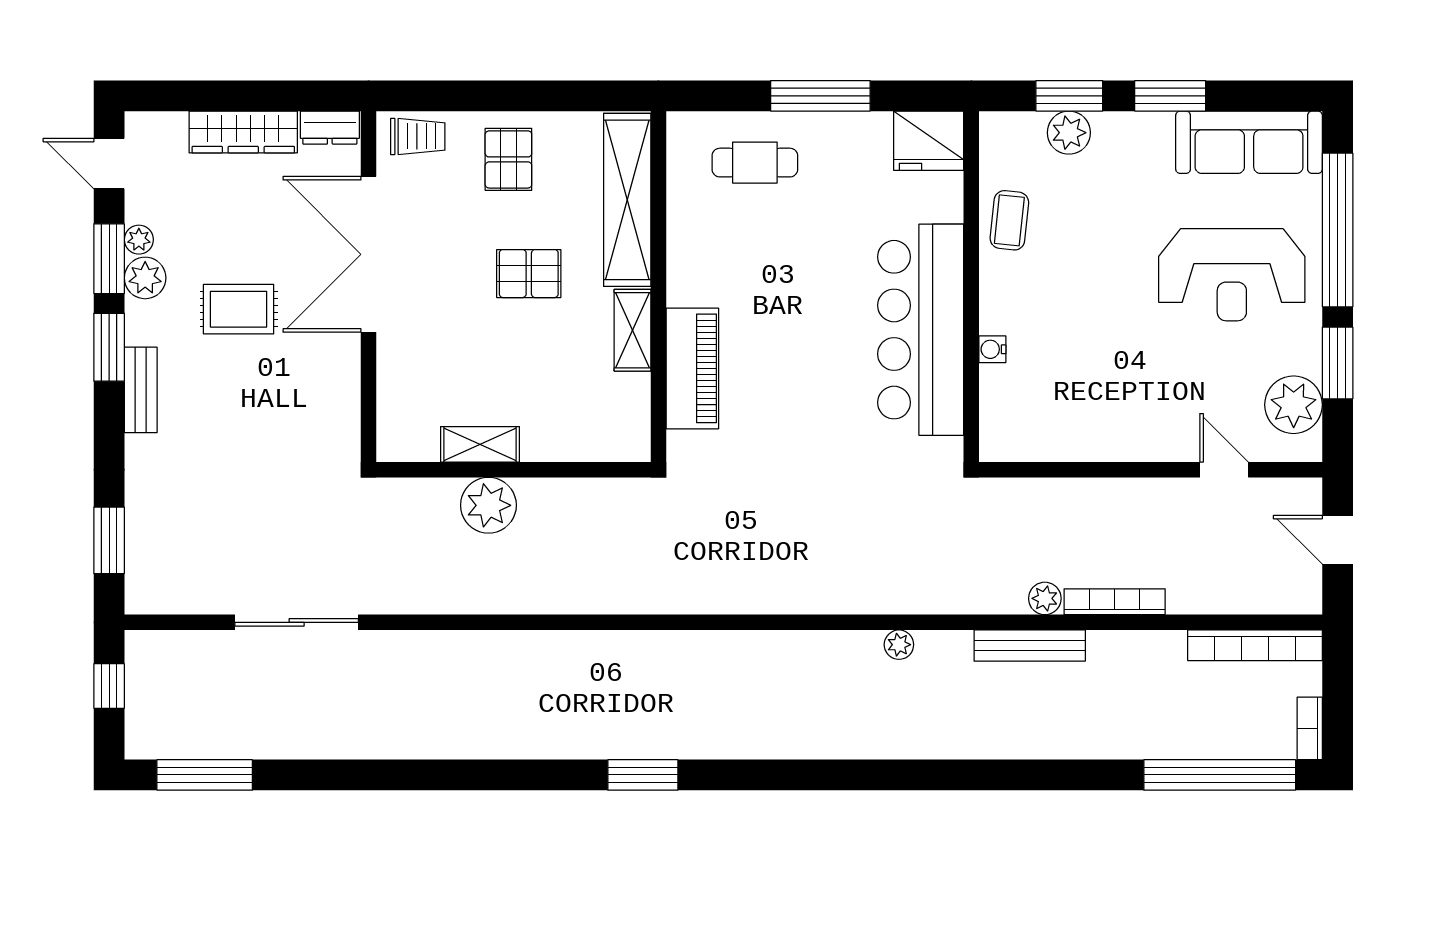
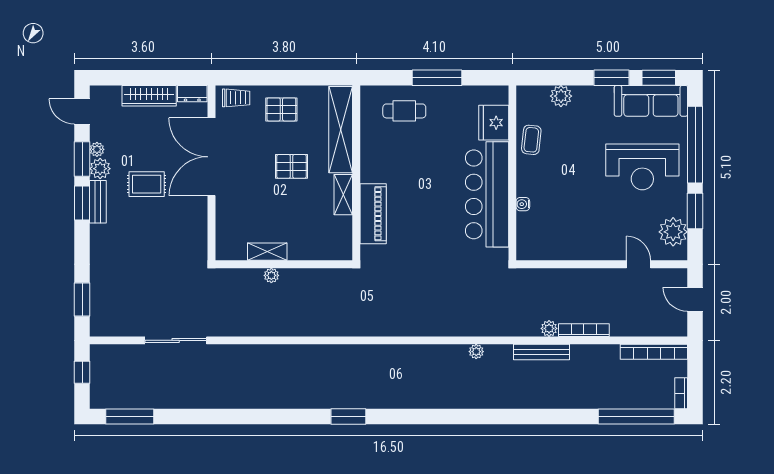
window: (1069, 96) -> (659, 78), moved
fridge: (929, 141) -> (494, 123), moved, turned 90
pallet: (508, 159) -> (281, 109), turned 90
bench: (141, 390) -> (98, 202), moved
plant: (488, 505) -> (271, 275), width x0.53, depth x0.53

